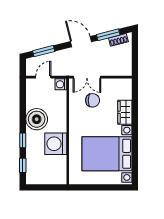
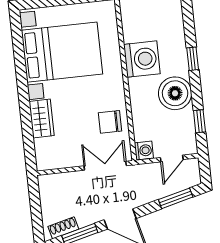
chair: (93, 100) -> (110, 122), moved
window: (23, 165) -> (199, 121), moved

